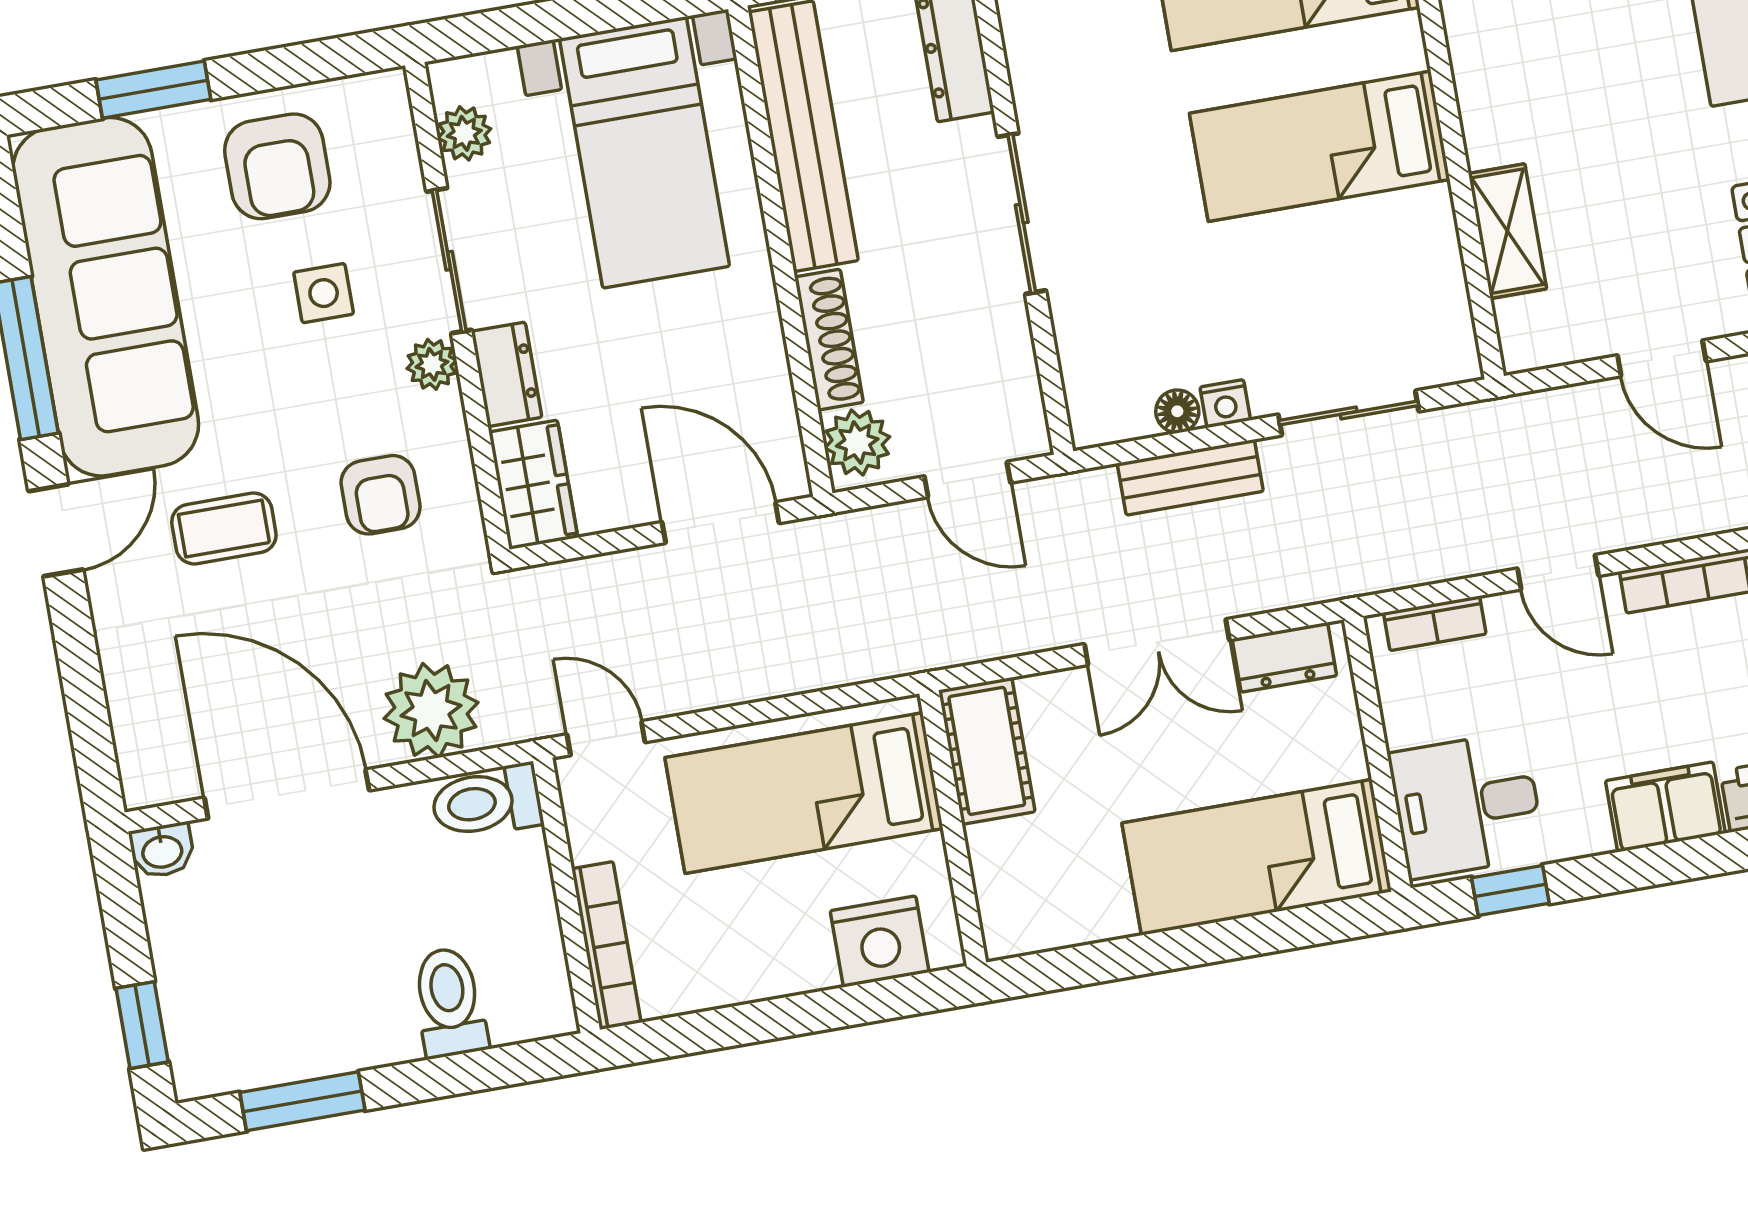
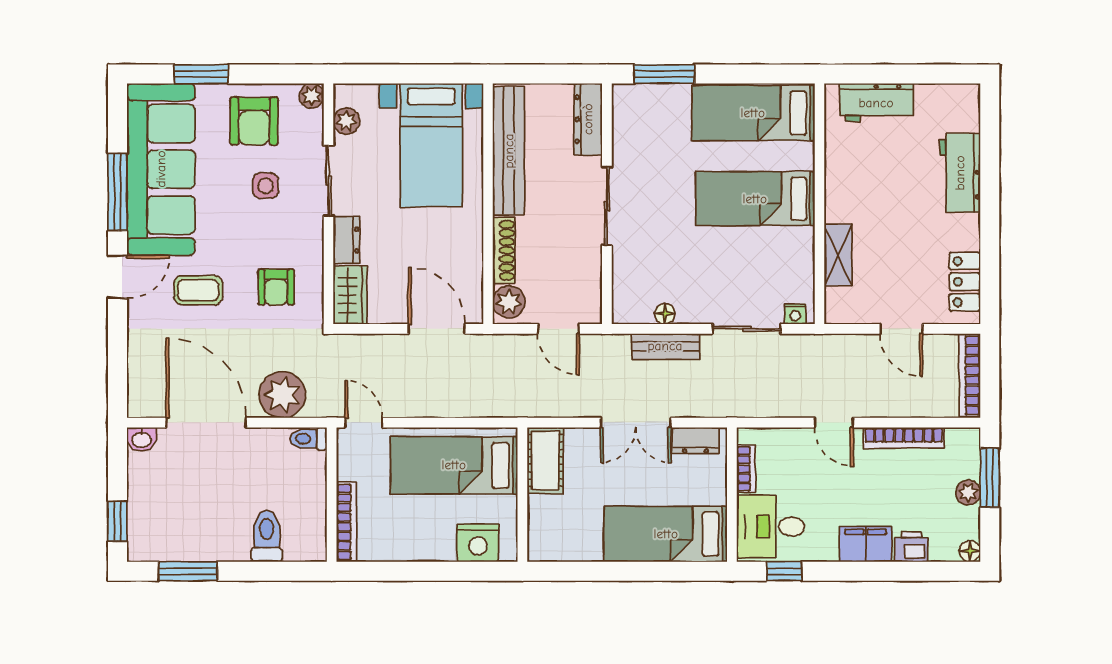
plant: (432, 364) -> (312, 96), moved
nightstand: (1225, 404) -> (795, 314), moved
bookcase: (1435, 623) -> (746, 469), moved, turned -90
toilet: (487, 802) -> (308, 439), width x0.73, depth x0.72

